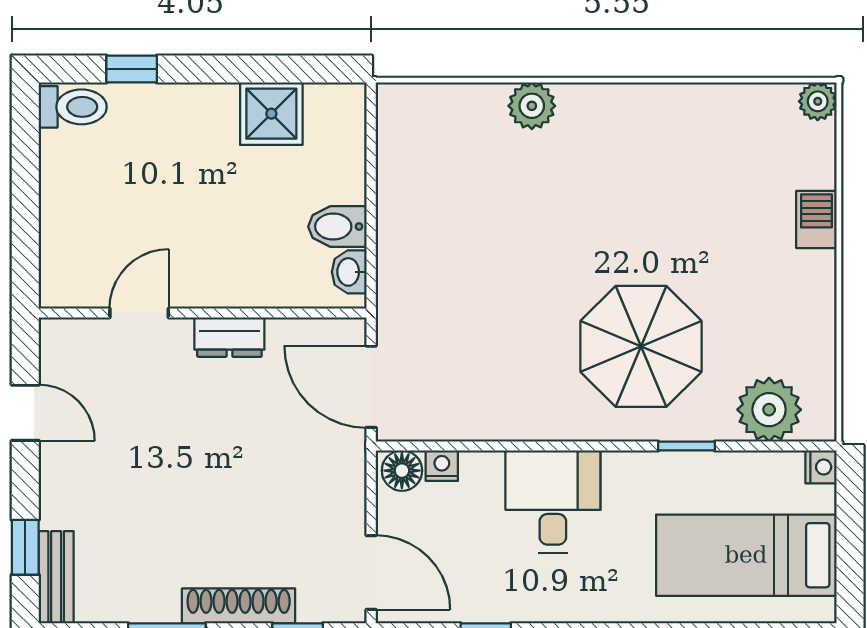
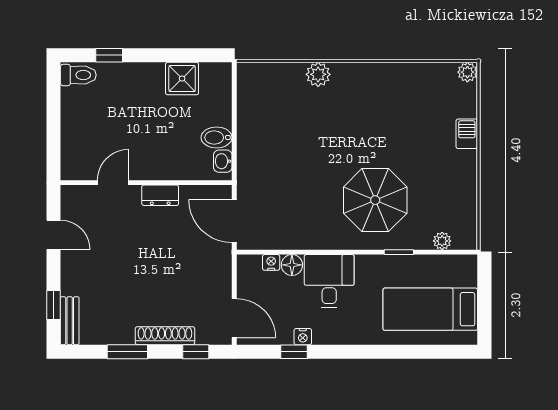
plant: (769, 410) -> (442, 241), width x0.53, depth x0.53
nightstand: (821, 467) -> (303, 337), moved, turned 90
floor lamp: (402, 471) -> (292, 265), moved

